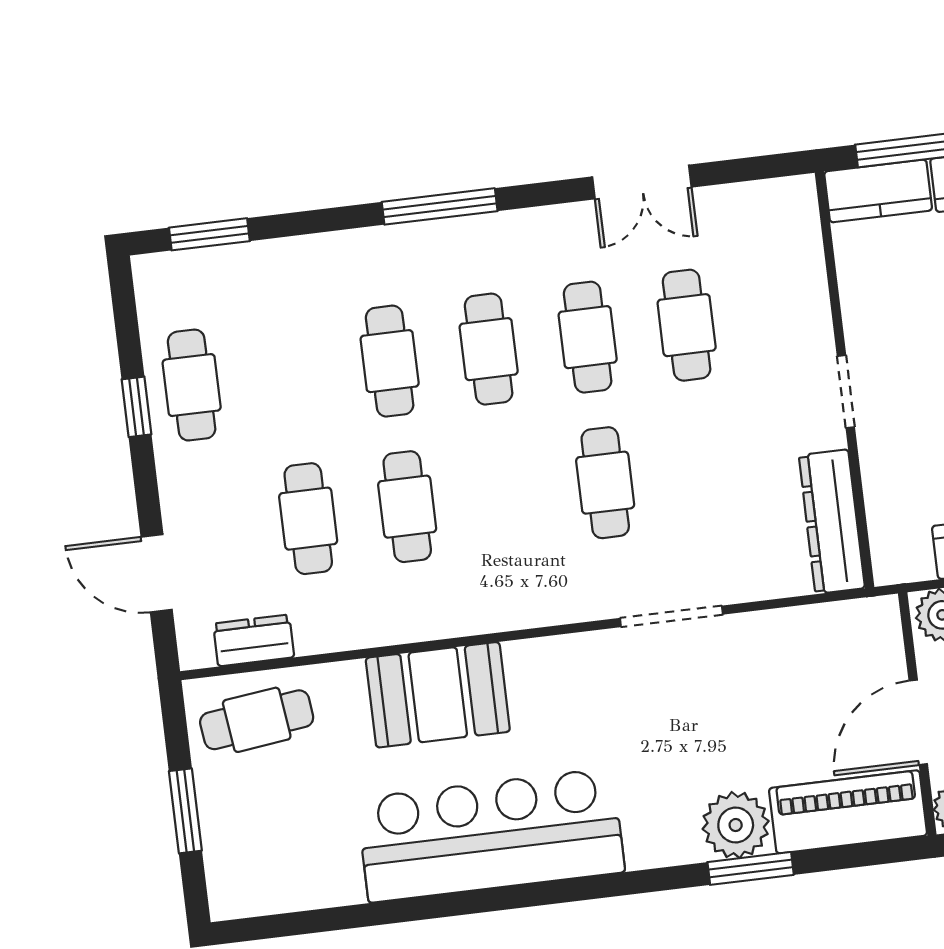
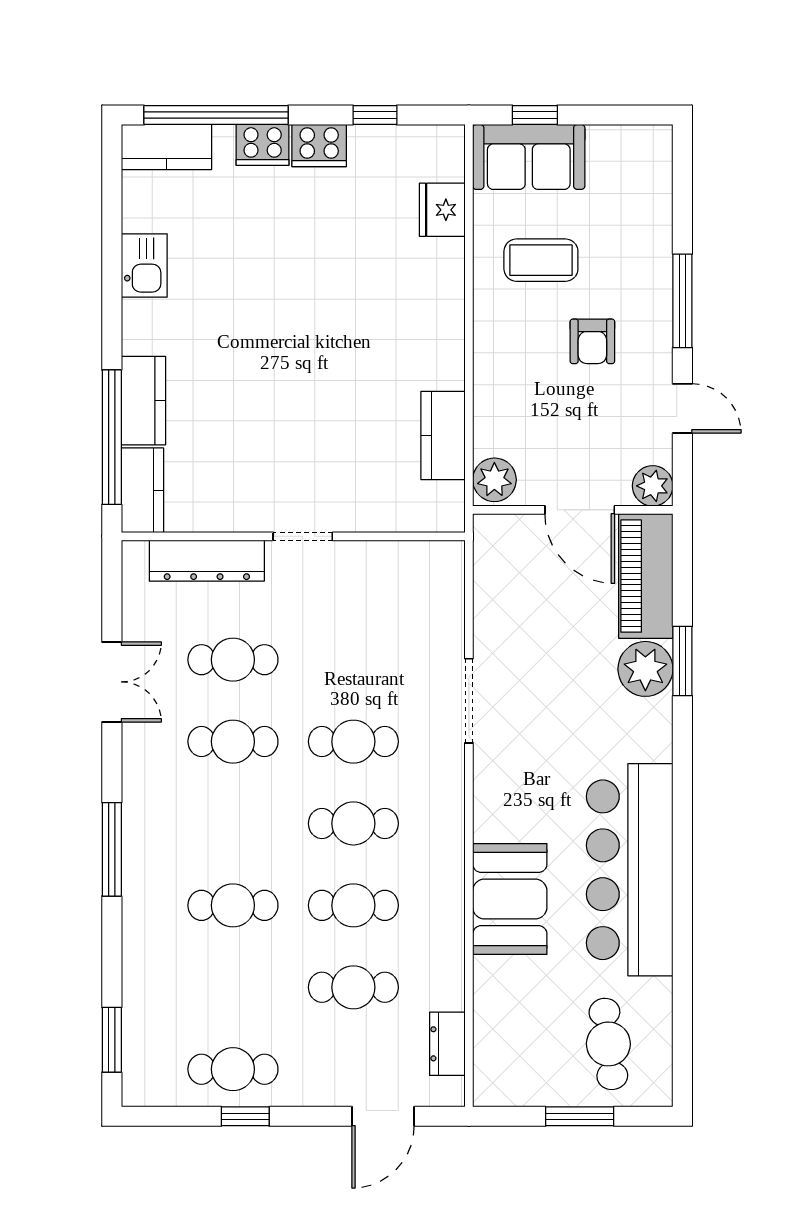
cafe table: (489, 349) -> (353, 823), moved
dresser: (832, 522) -> (207, 561), moved
cafe table: (257, 720) -> (608, 1044), moved

